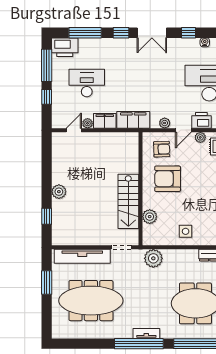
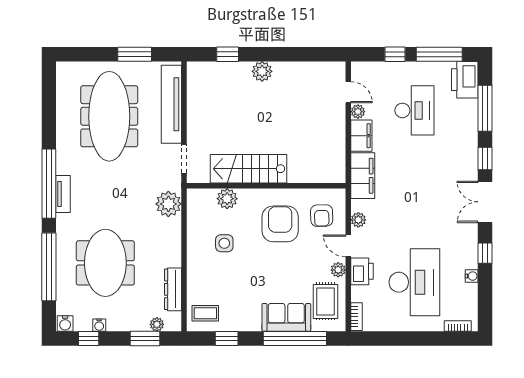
side table: (186, 231) -> (224, 243), moved

